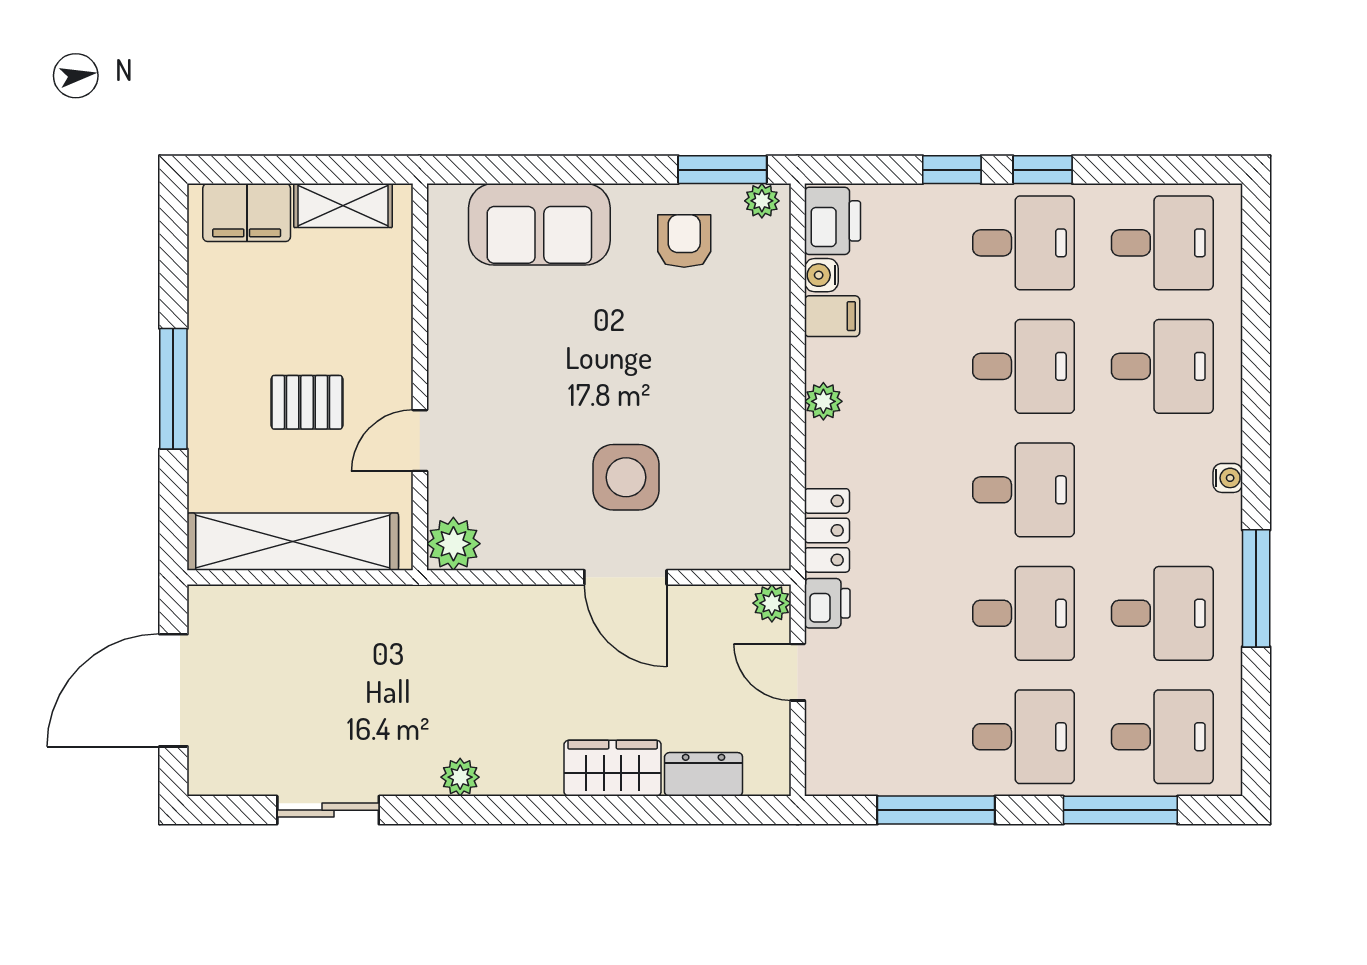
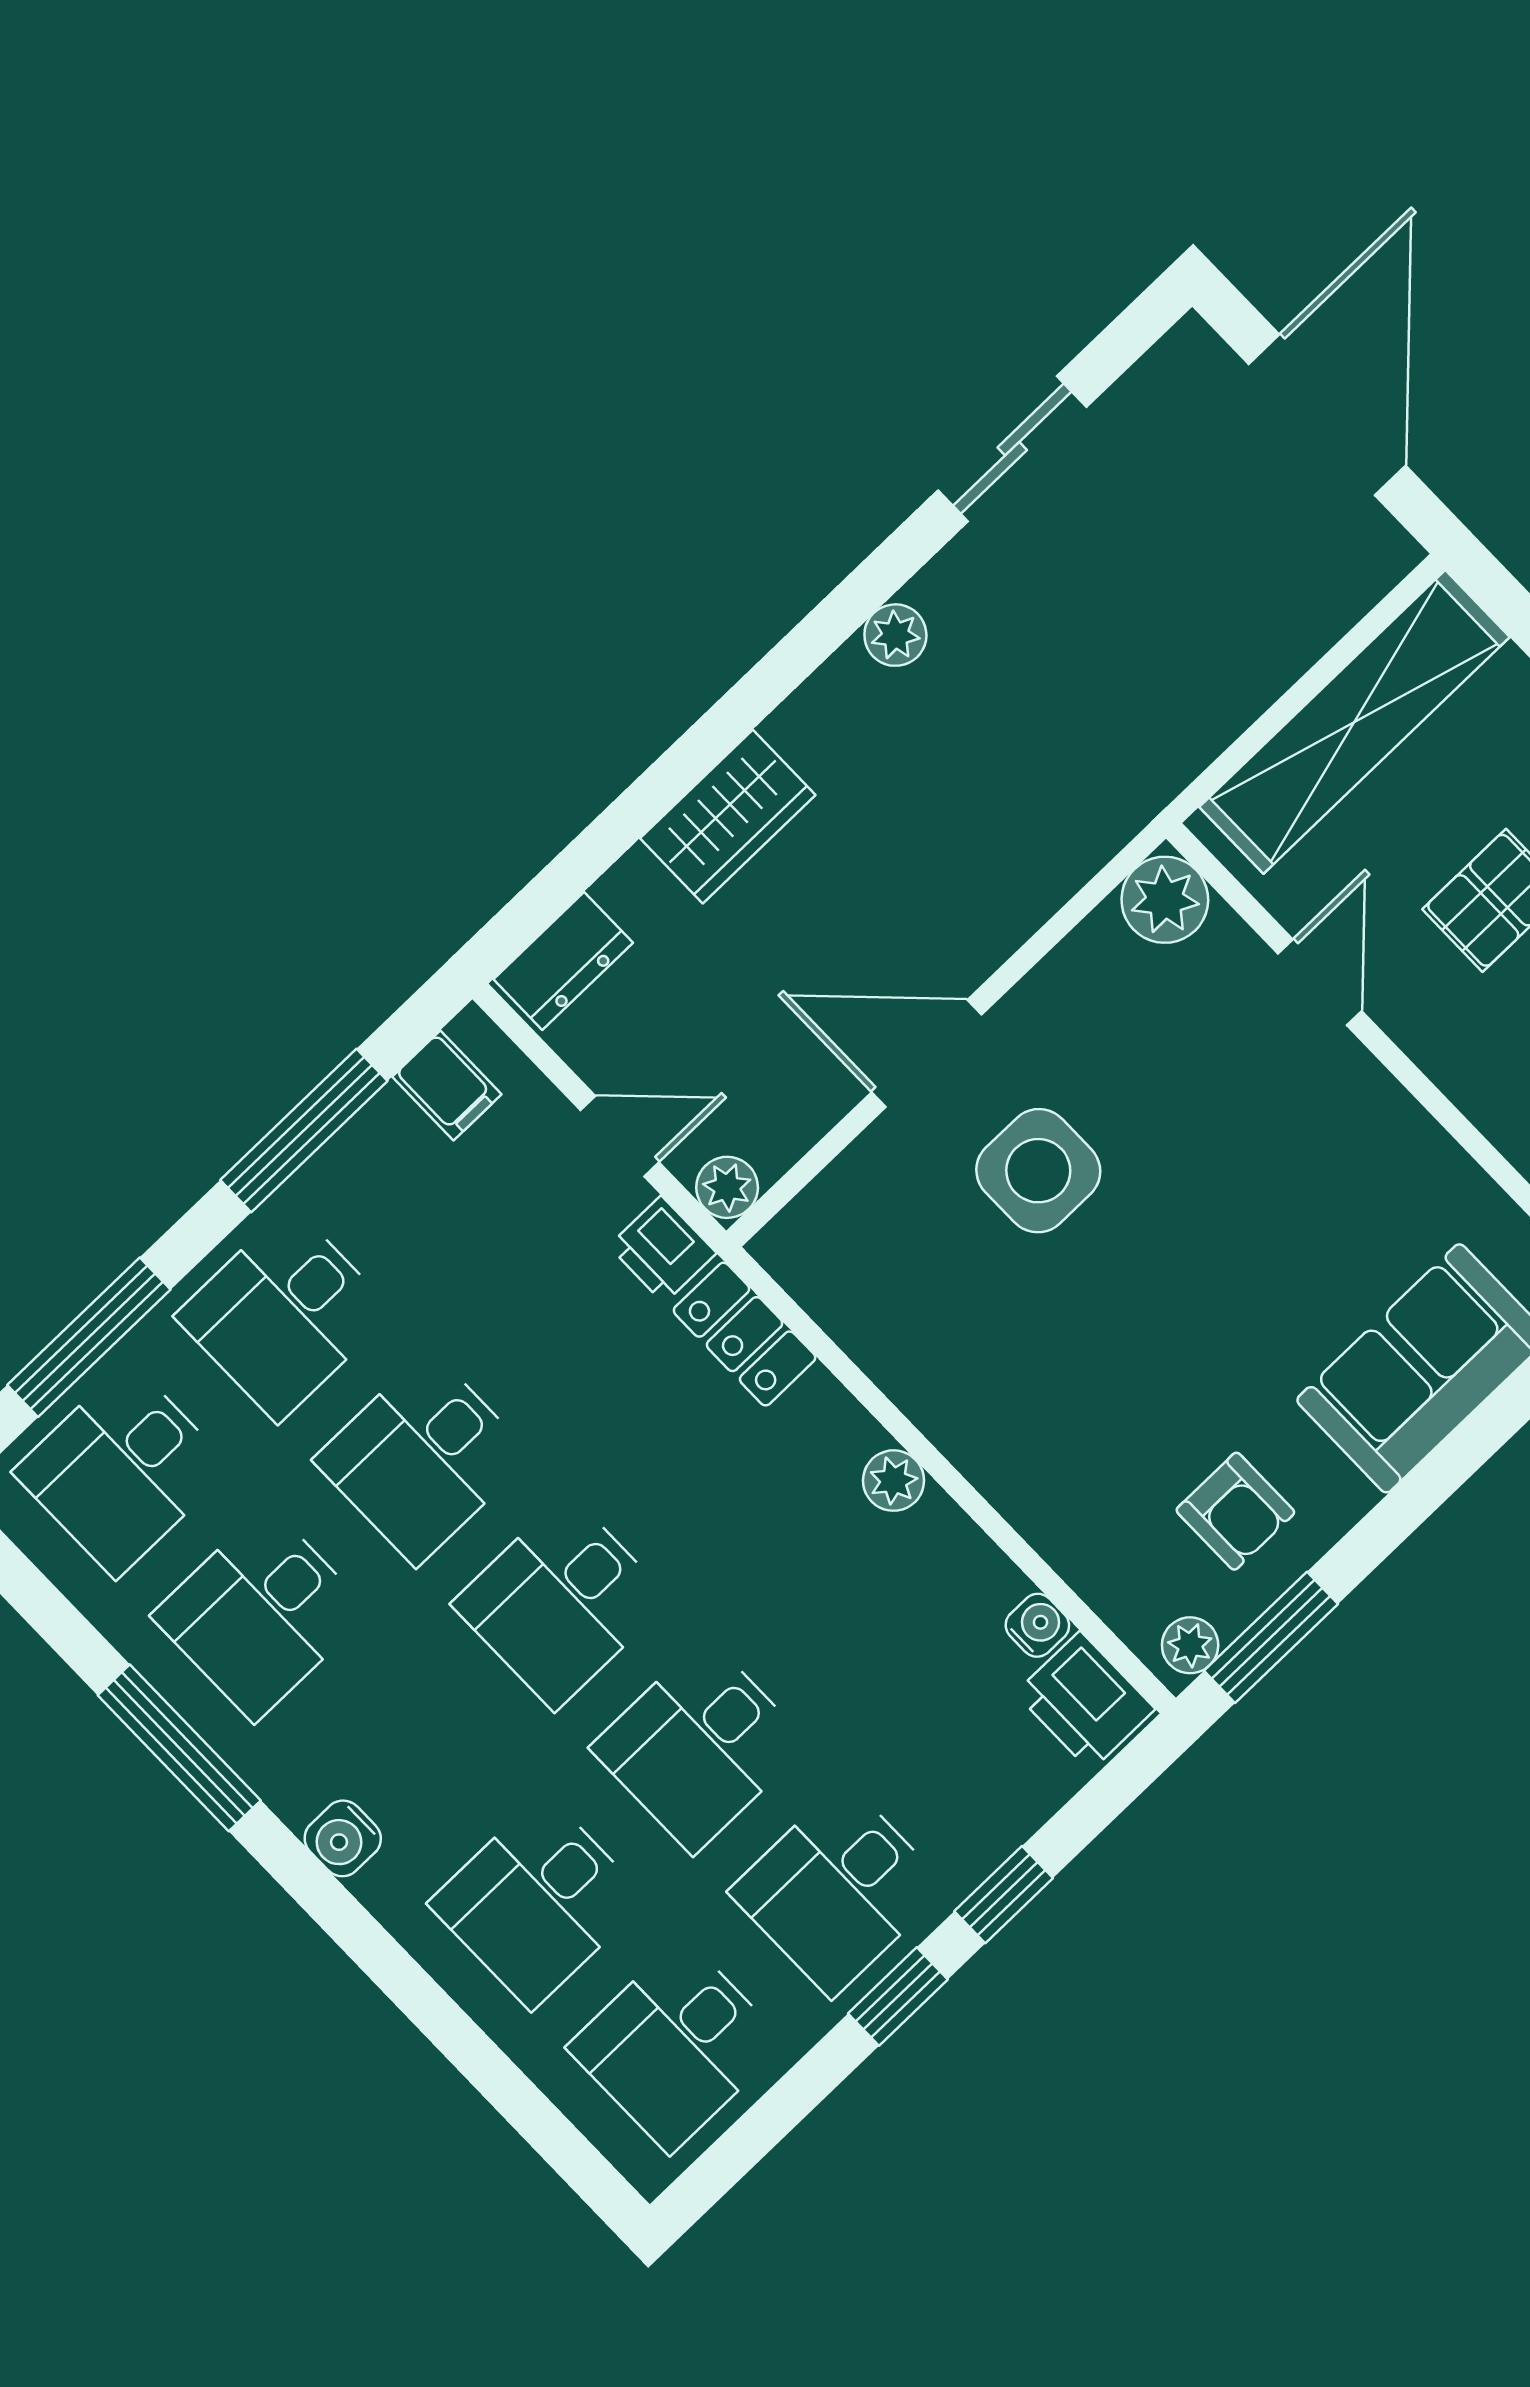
filing cabinet: (832, 316) -> (447, 1085), moved, turned -90
water cooler: (1228, 478) -> (343, 1838), width x1.38, depth x1.38
dresser: (704, 774) -> (563, 961), moved

